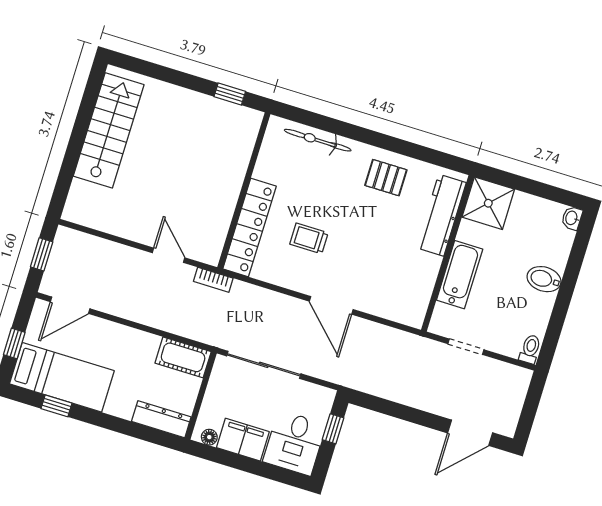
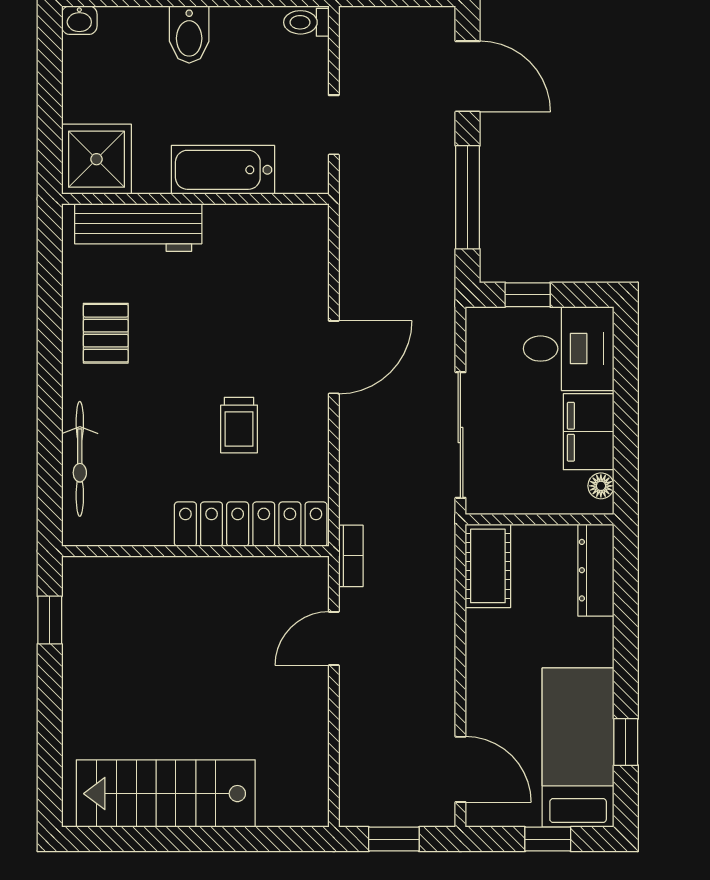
window: (400, 411) -> (468, 197), added

